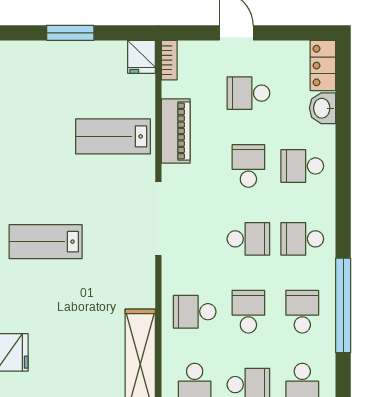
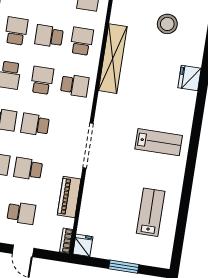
lab bench: (113, 136) -> (151, 212), moved, turned -90
school desk: (248, 166) -> (28, 169), turned 90
school desk: (248, 312) -> (42, 80), turned 180

